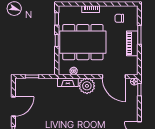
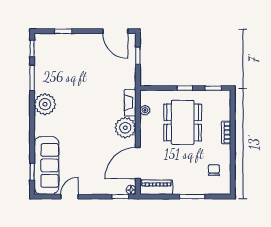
dining table: (83, 42) -> (183, 122), width x0.73, depth x0.80
piano: (132, 43) -> (156, 187), moved
door: (13, 107) -> (115, 31), moved

